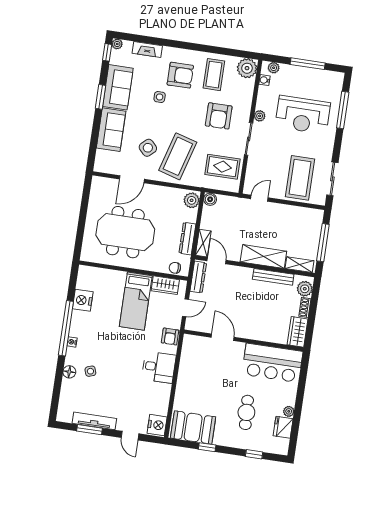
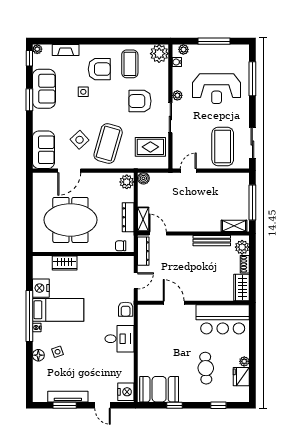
armchair: (219, 116) -> (140, 101), turned 90
sofa: (111, 130) -> (43, 150), moved
shelving: (263, 257) -> (200, 223), removed
wardrobe: (165, 285) -> (65, 263), moved
bed: (136, 301) -> (58, 310), moved, turned -90

